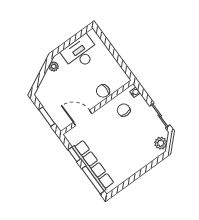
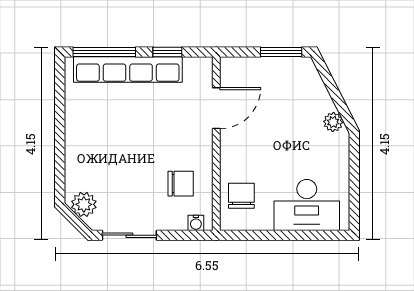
desk: (80, 53) -> (307, 205), moved, turned 90
chair: (103, 91) -> (241, 196), moved
window: (47, 117) -> (281, 52), moved

